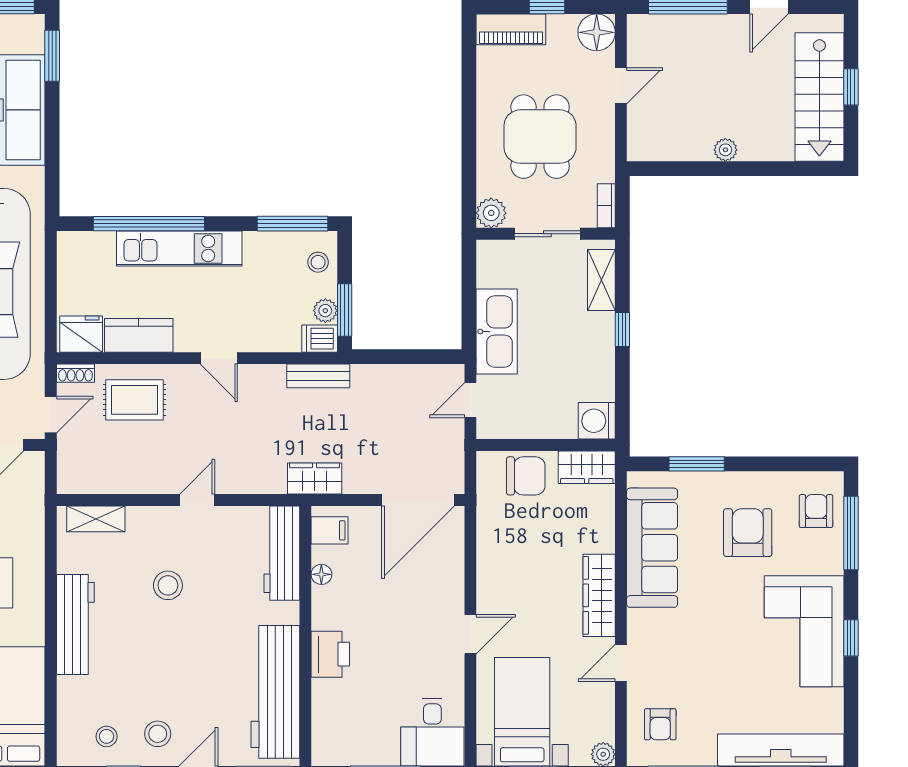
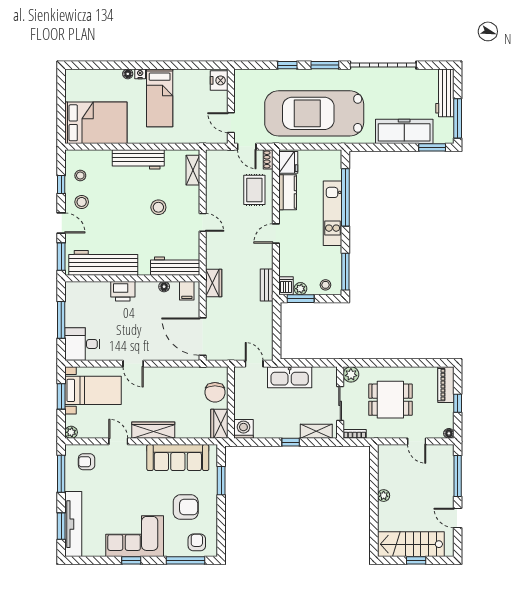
floor lamp: (597, 32) -> (449, 433), width x0.53, depth x0.53
armchair: (816, 511) -> (197, 542), turned -90

